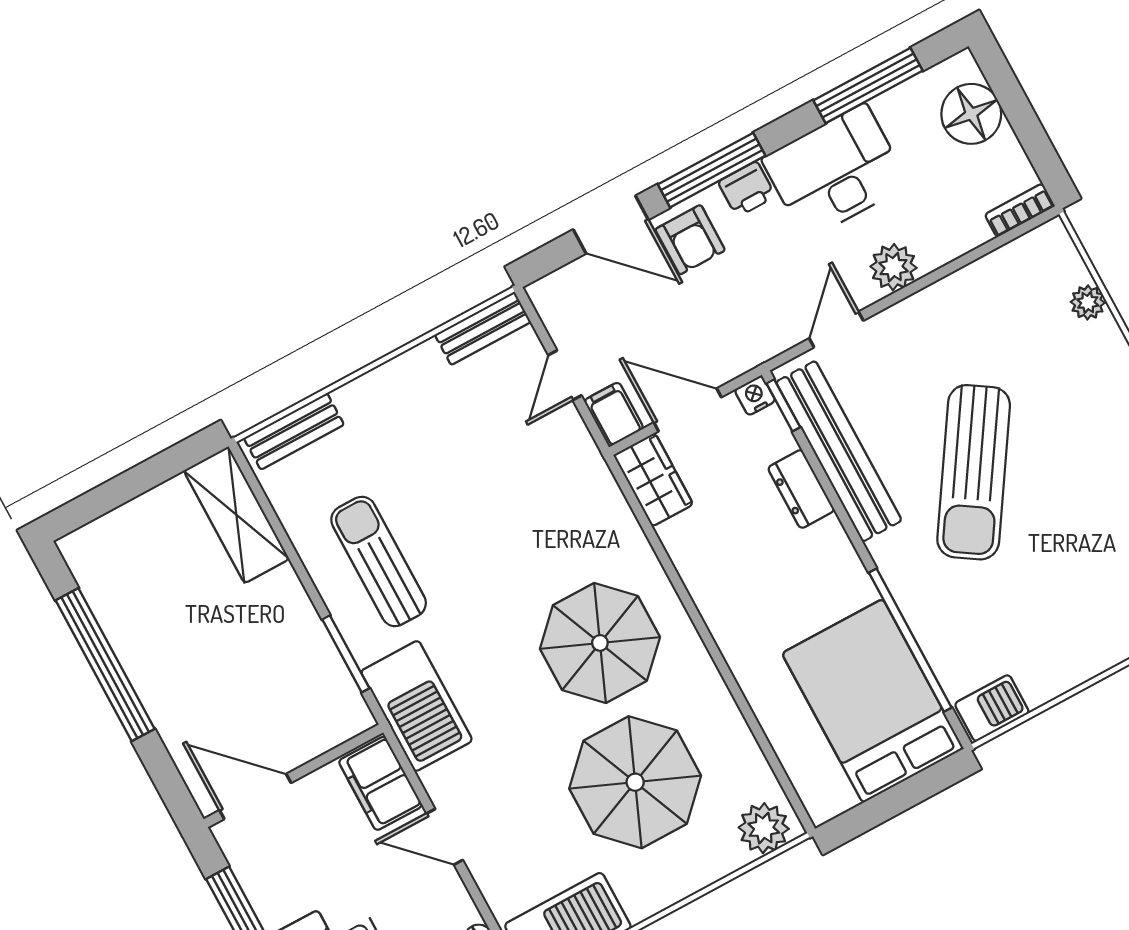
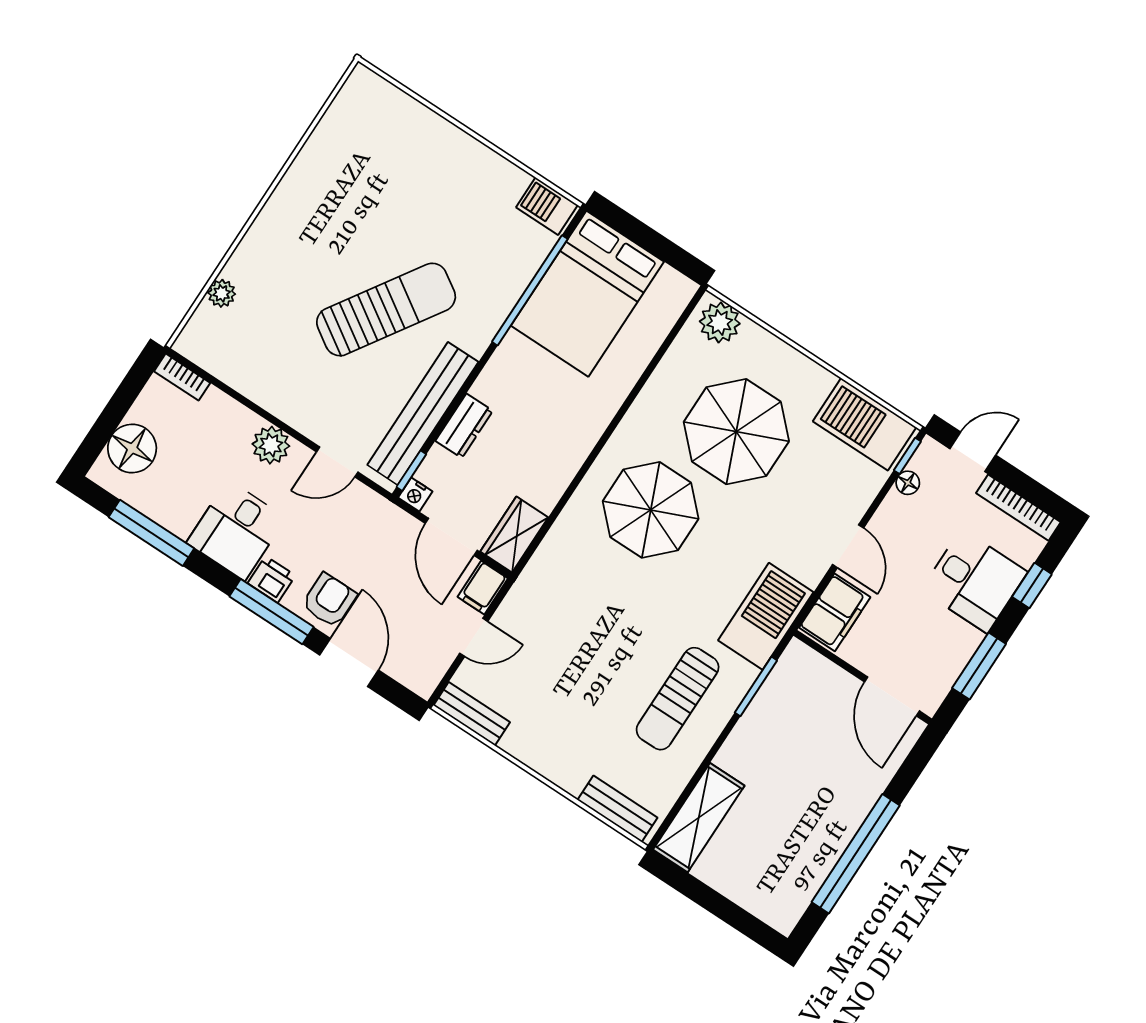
desk: (835, 172) -> (236, 530), width x0.73

